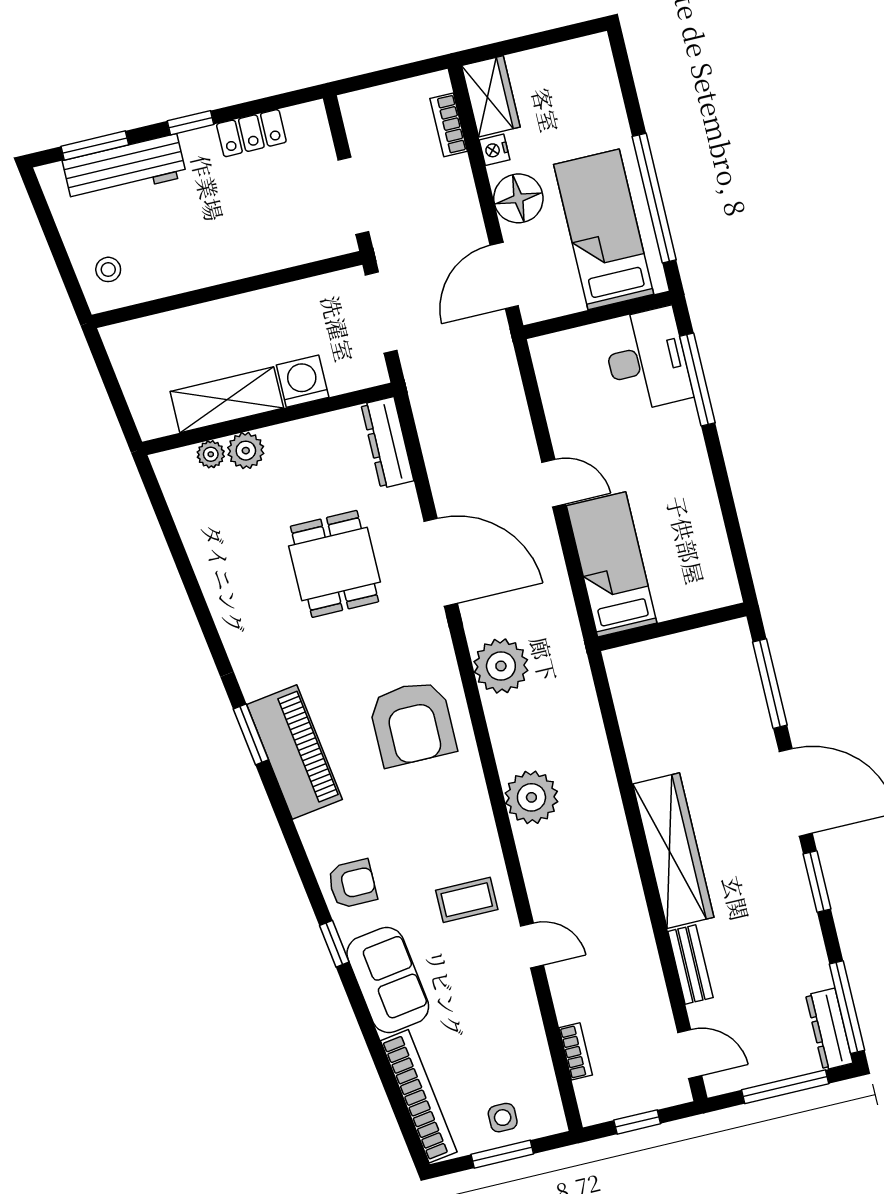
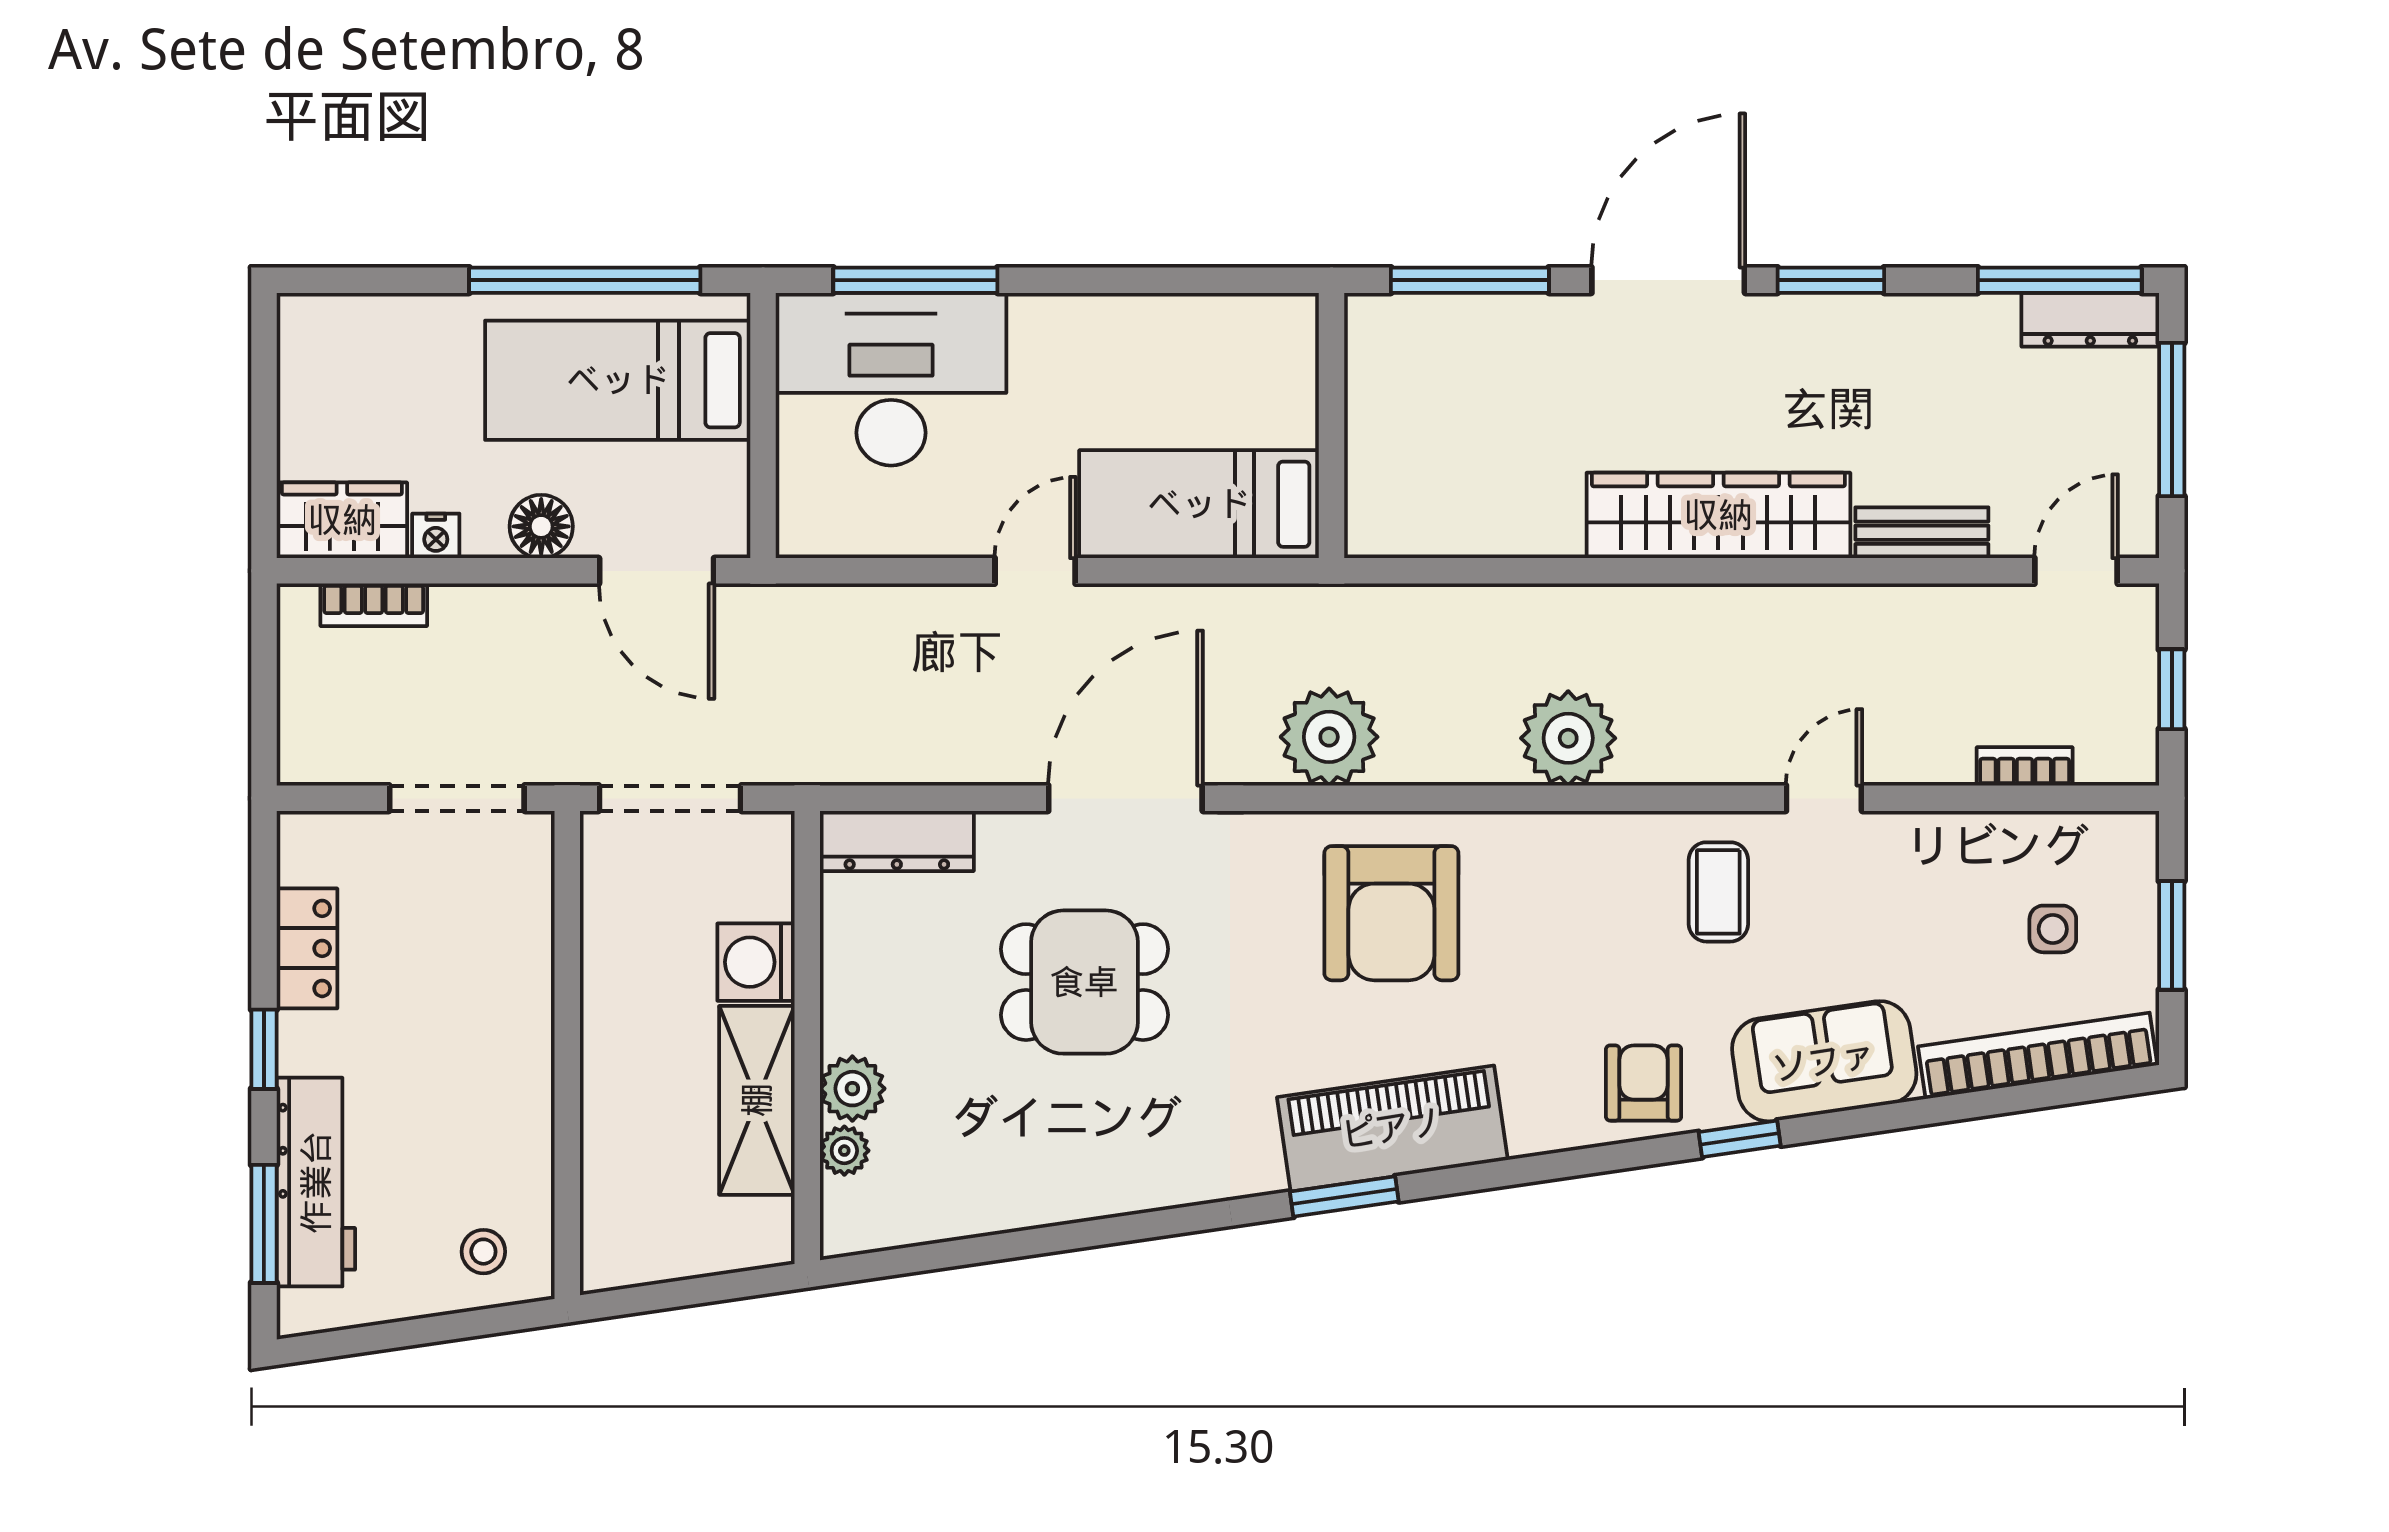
floor lamp: (518, 198) -> (541, 526), width x0.73, depth x0.73
desk: (647, 360) -> (891, 379), width x1.36, depth x1.30
armchair: (412, 723) -> (1391, 913), turned 90
side table: (503, 1118) -> (2053, 929), moved

